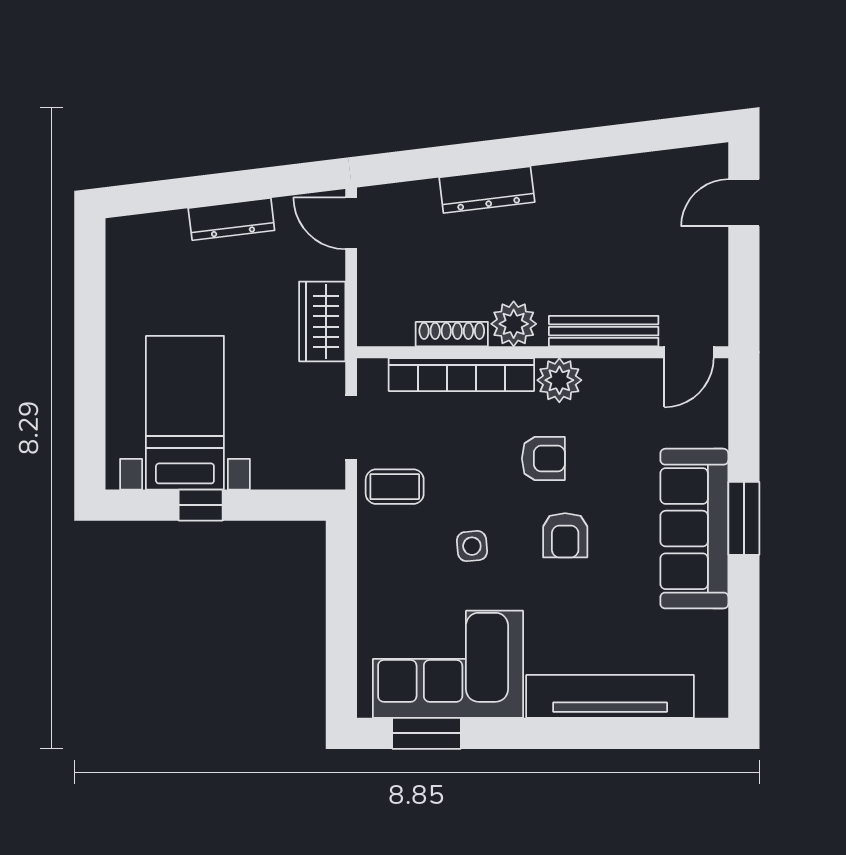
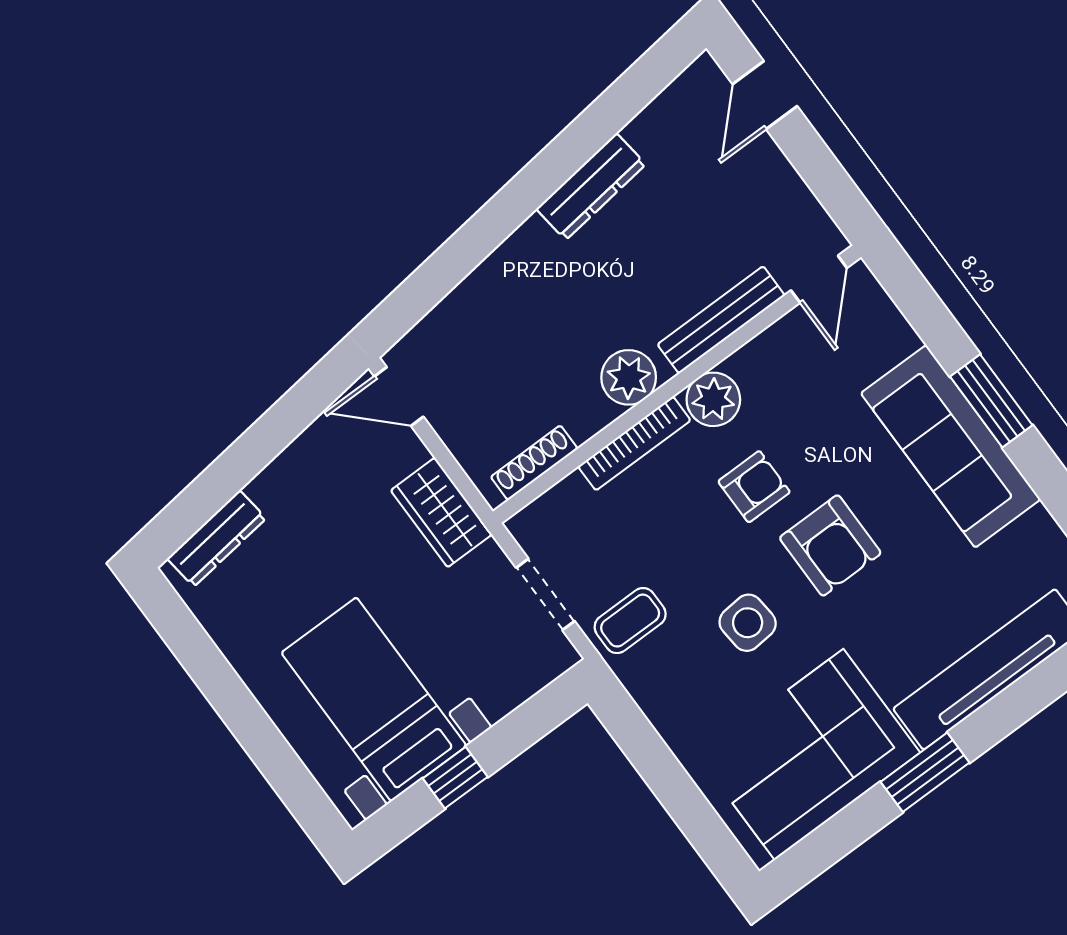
dresser: (487, 190) -> (591, 187), moved
dresser: (231, 219) -> (217, 539), moved
shoe rack: (452, 334) -> (534, 463), moved
bookcase: (461, 375) -> (634, 443), width x0.68, depth x0.76
armchair: (565, 535) -> (830, 545), width x1.38, depth x1.38
side table: (472, 546) -> (748, 623), width x1.37, depth x1.37
window: (427, 733) -> (925, 772), moved

